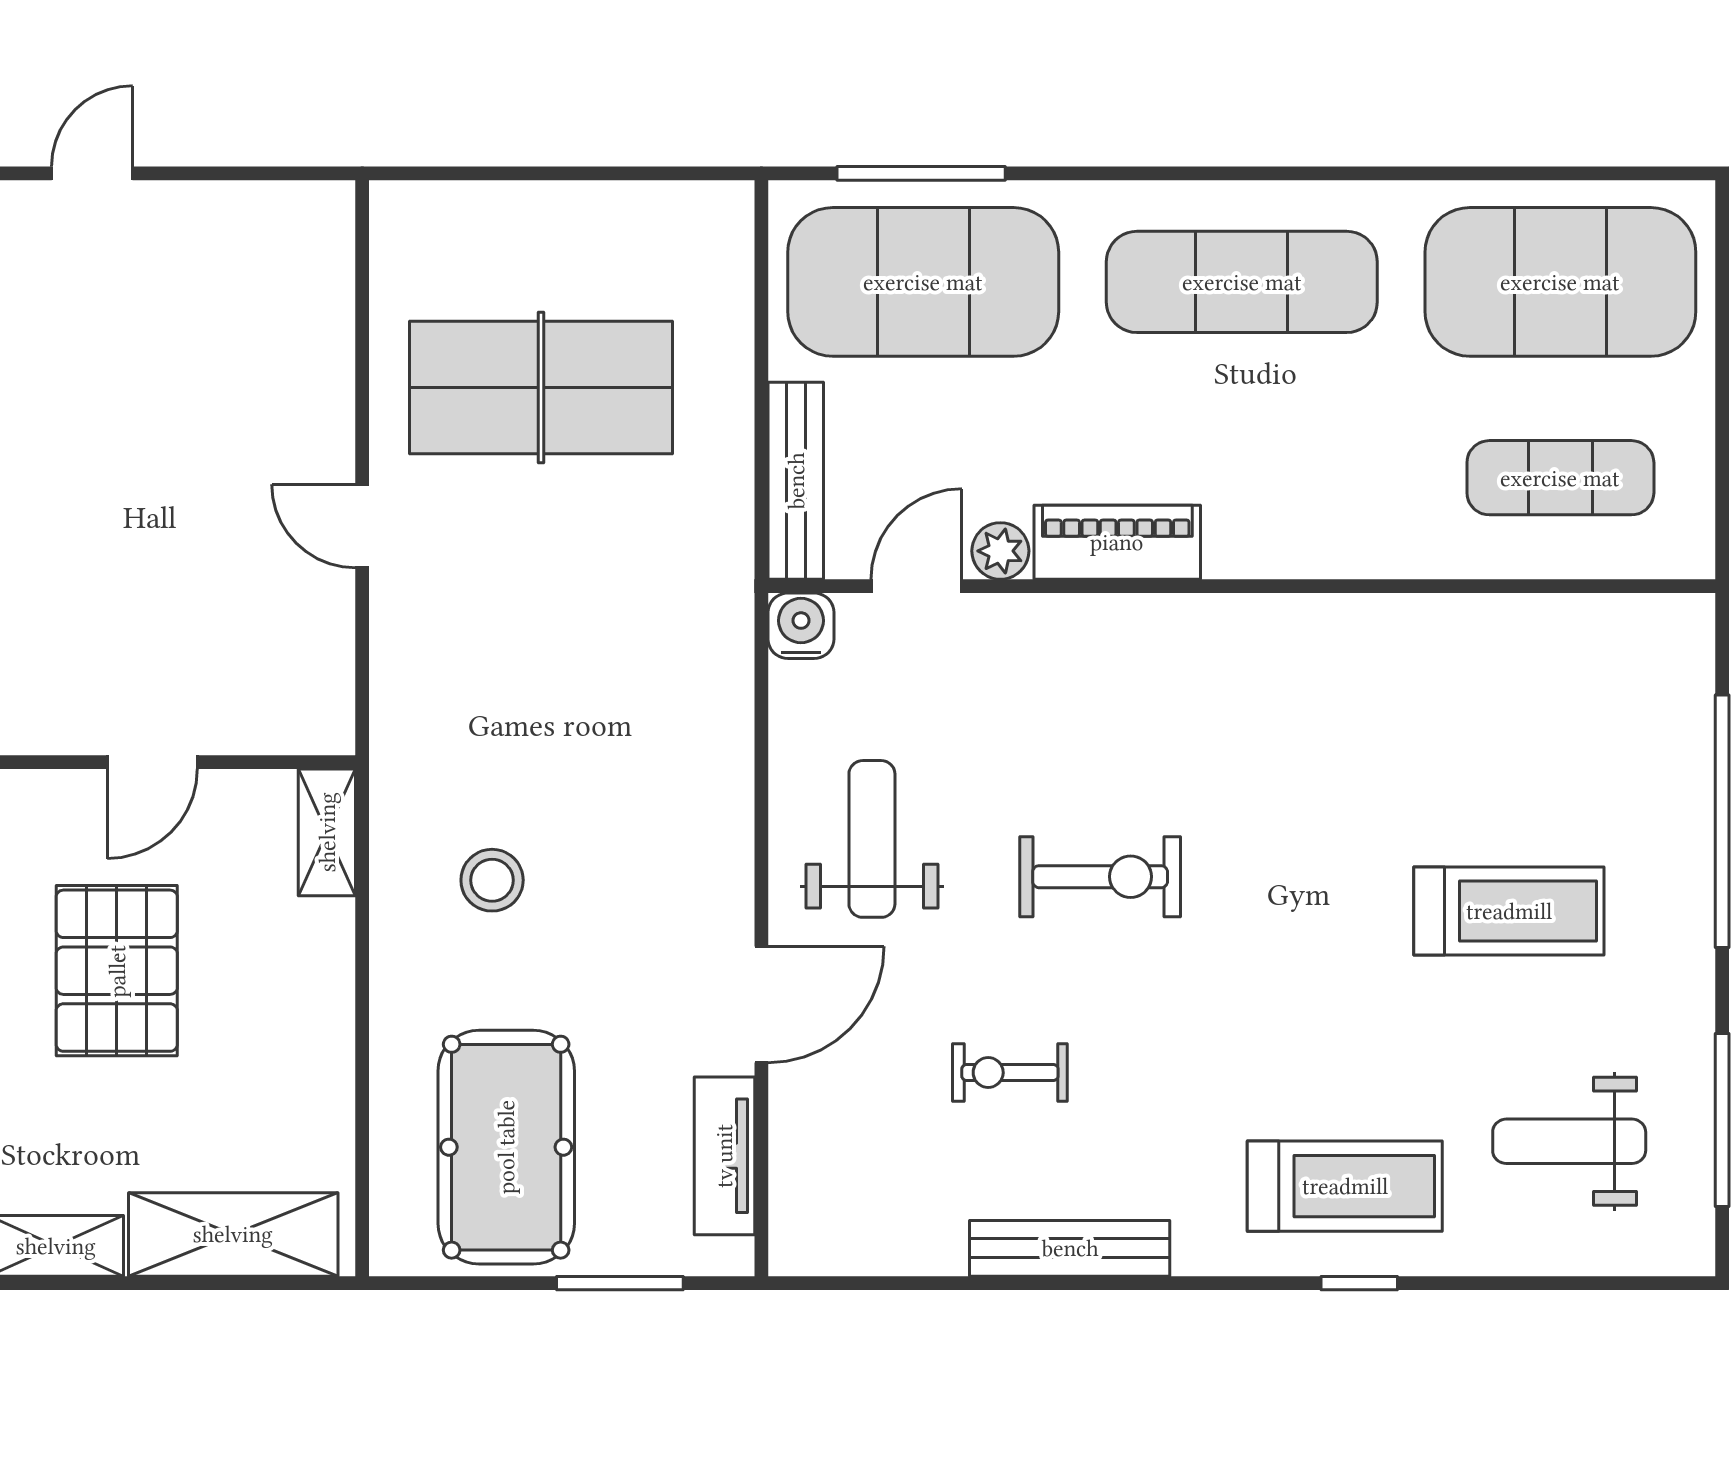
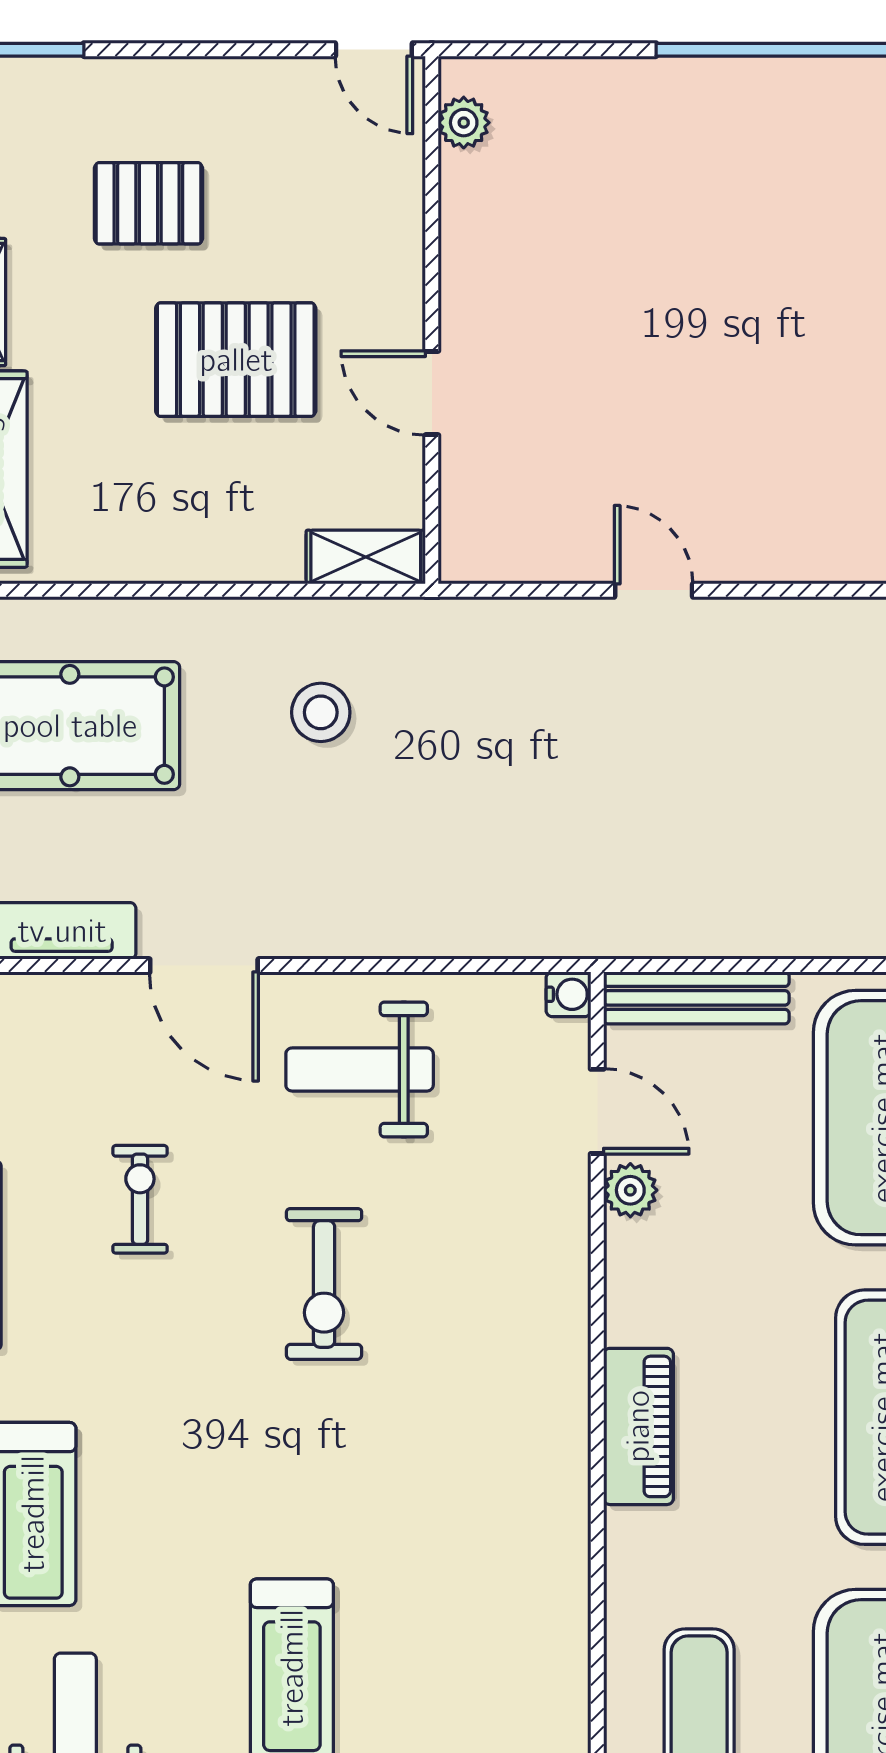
table tennis table: (541, 388) -> (784, 758), removed
door: (362, 526) -> (654, 590), hinge flipped
piano: (1117, 542) -> (638, 1426), moved
water cooler: (801, 626) -> (568, 994), width x0.72, depth x0.72
weight bench: (872, 839) -> (360, 1069), turned 180

